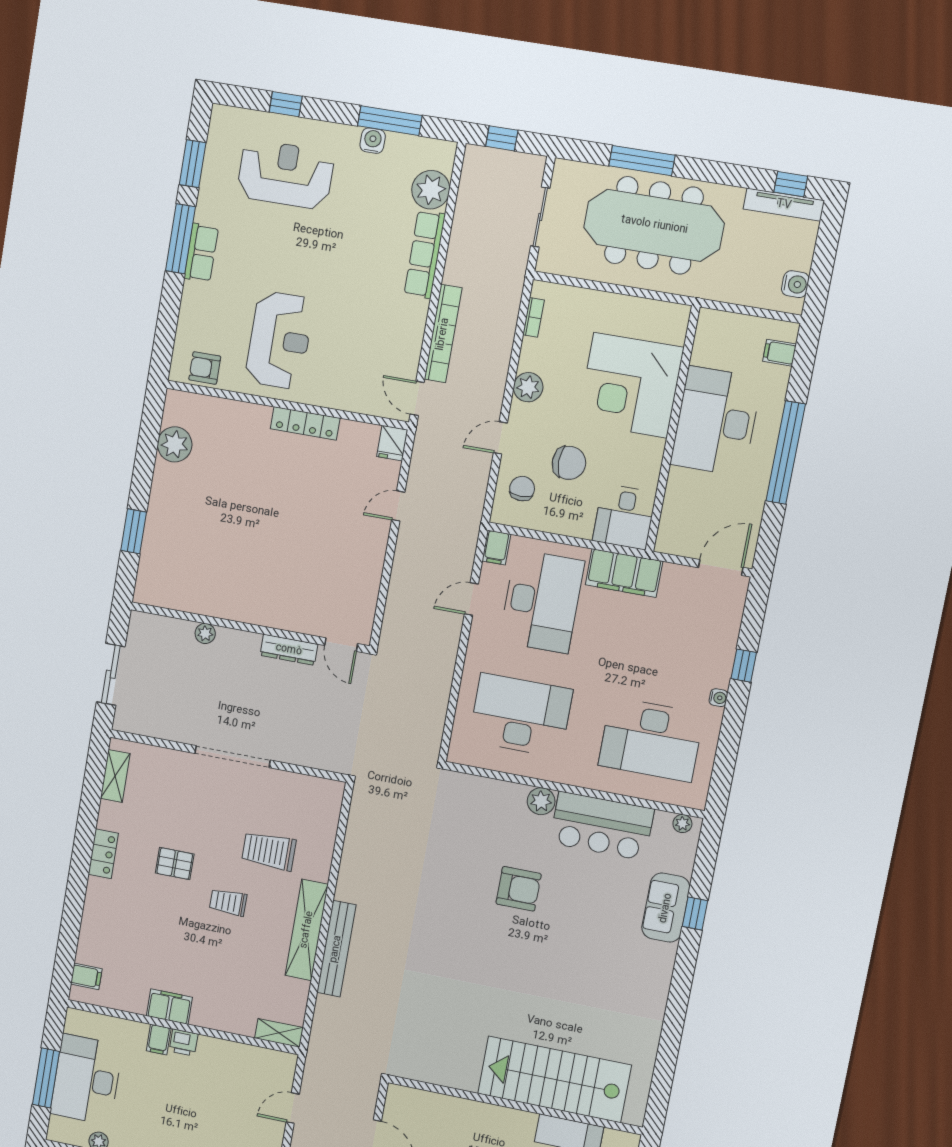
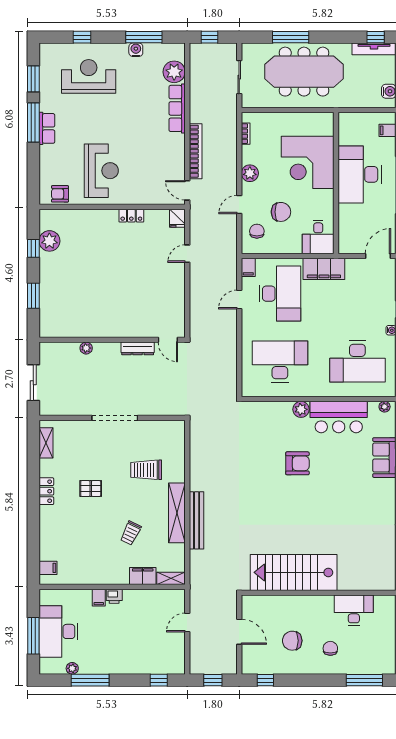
locker: (305, 423) -> (131, 216), width x0.66
window: (146, 452) -> (33, 248), added
trolley: (228, 902) -> (131, 533), moved, turned -64
filing cabinet: (169, 1007) -> (143, 576), moved
stairs: (554, 1079) -> (294, 572), moved

